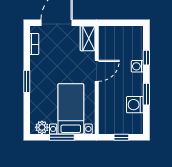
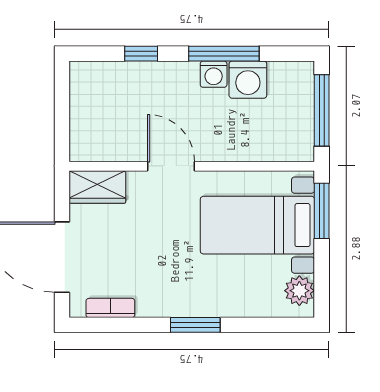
washing machine: (137, 66) -> (214, 74), moved
window: (146, 94) -> (224, 54), width x1.44
window: (62, 137) -> (322, 211), moved
window: (121, 137) -> (322, 110), width x2.17

